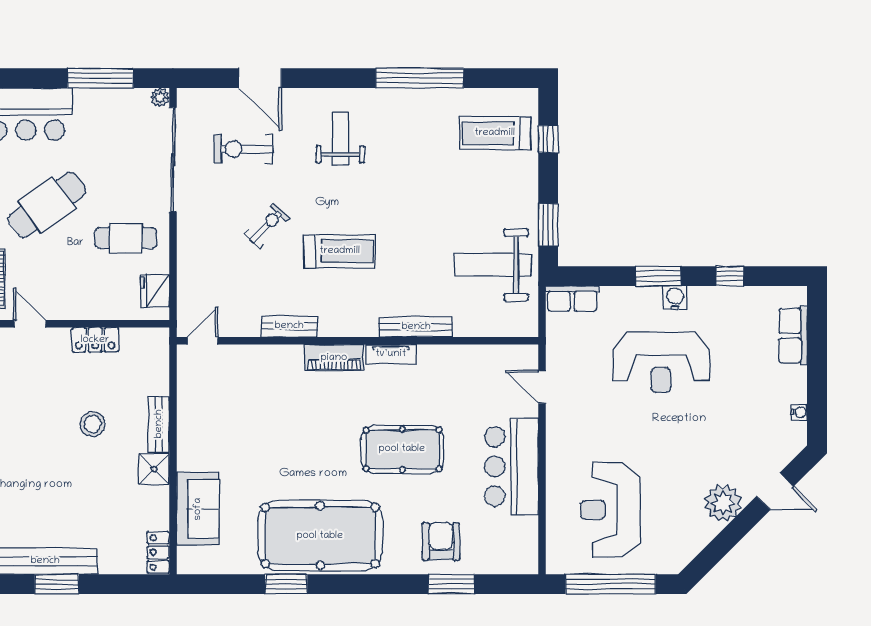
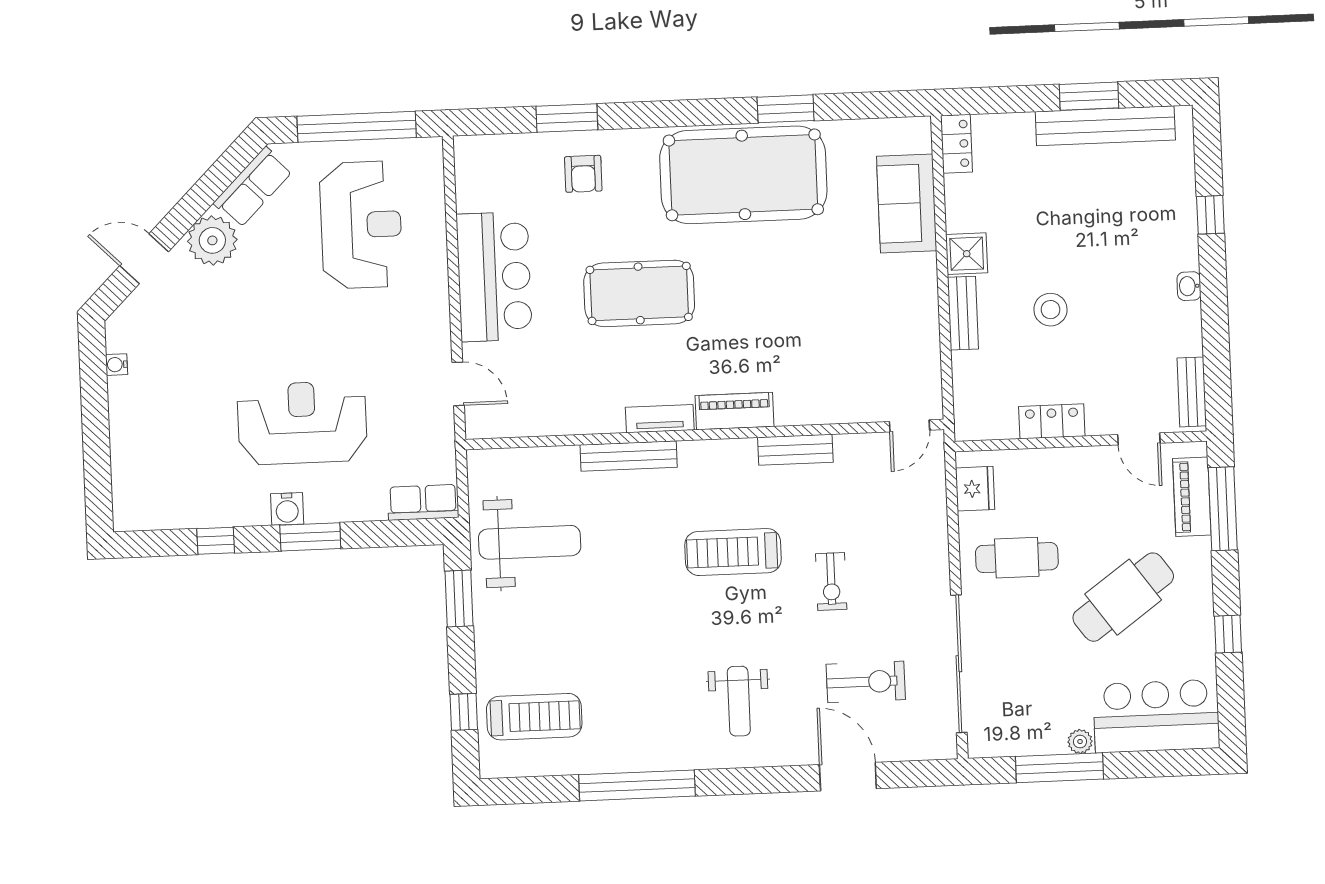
plant: (160, 97) -> (1080, 742), moved
exercise bike: (267, 226) -> (831, 582), turned -44
row of seats: (793, 335) -> (253, 187), moved, turned 45
armchair: (441, 541) -> (583, 174), width x0.72, depth x0.72

